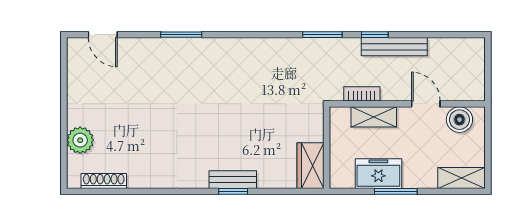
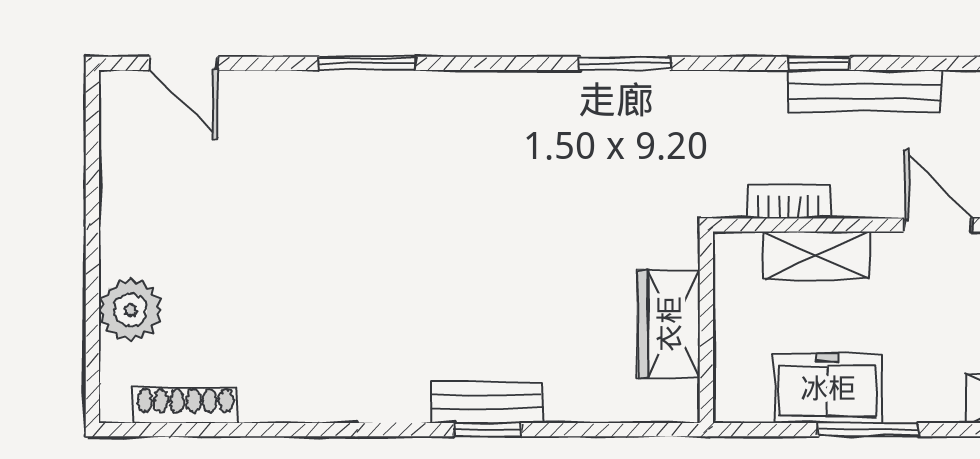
window: (322, 35) -> (625, 63), moved
wardrobe: (310, 166) -> (669, 324), moved

